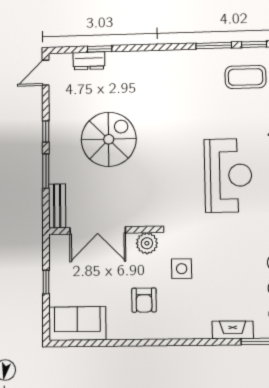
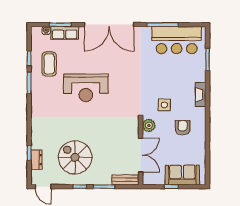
spiral stairs: (109, 139) -> (75, 157), moved
reception desk: (228, 175) -> (86, 88), moved, turned 180
armchair: (144, 300) -> (183, 128), turned -90
sofa: (77, 323) -> (182, 175), moved, turned 90
fireplace: (233, 330) -> (201, 95), moved

